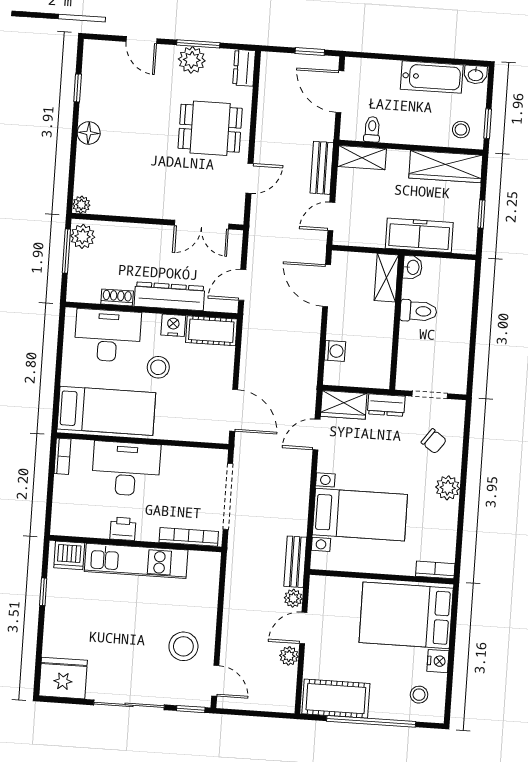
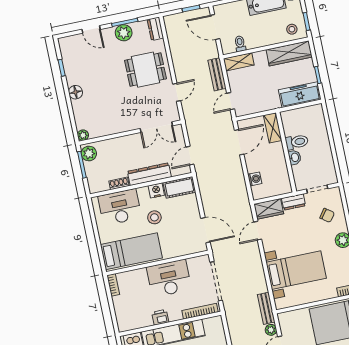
freezer: (419, 235) -> (300, 95), moved
washbasin: (413, 267) -> (295, 157), moved
door: (327, 286) -> (239, 142), swing flipped
desk: (126, 469) -> (169, 278), moved

